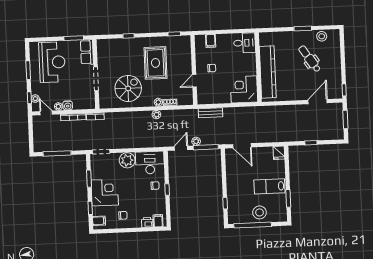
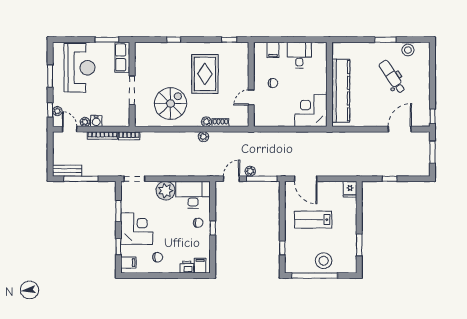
desk: (245, 43) -> (299, 55), moved, turned -90
bench: (211, 113) -> (67, 171), moved
lab bench: (269, 186) -> (313, 220), moved

